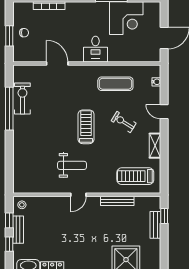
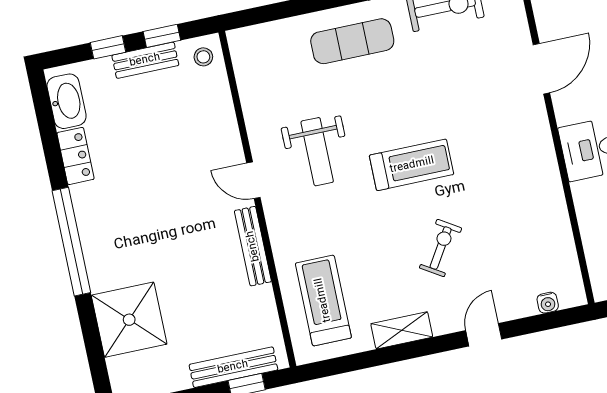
exercise mat: (115, 84) -> (352, 41), moved, turned 90
bench: (117, 201) -> (253, 246), moved
bench: (155, 225) -> (233, 367), width x1.36

